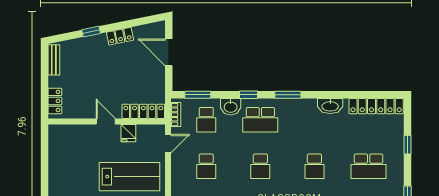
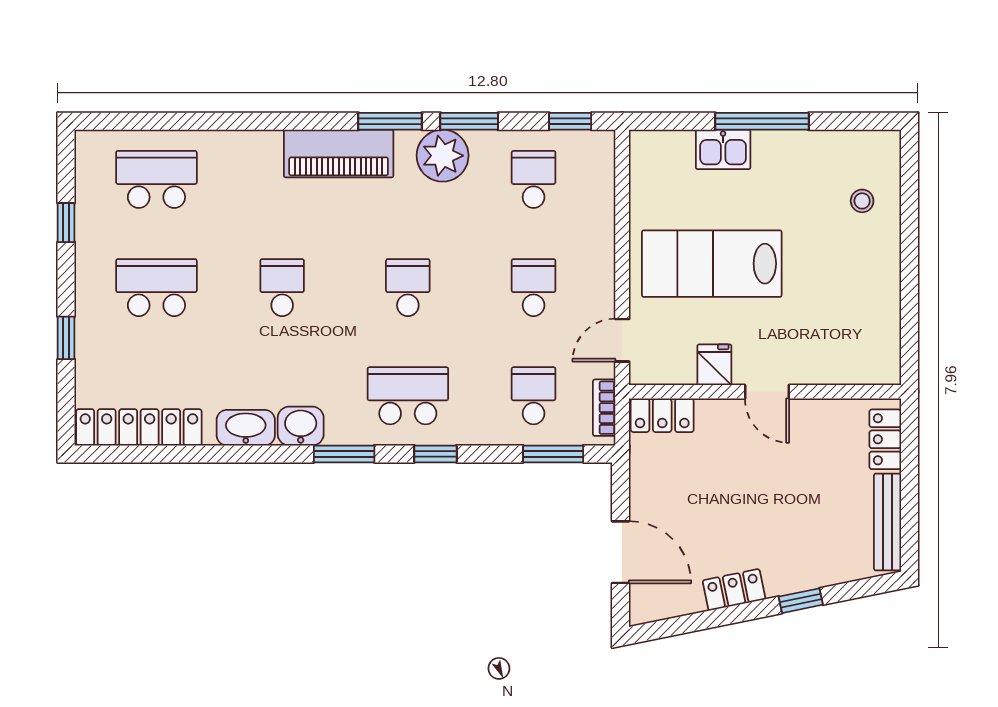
bench: (54, 60) -> (888, 522), width x1.36
washbasin: (231, 107) -> (301, 426), moved
locker: (143, 111) -> (662, 415), width x0.66

